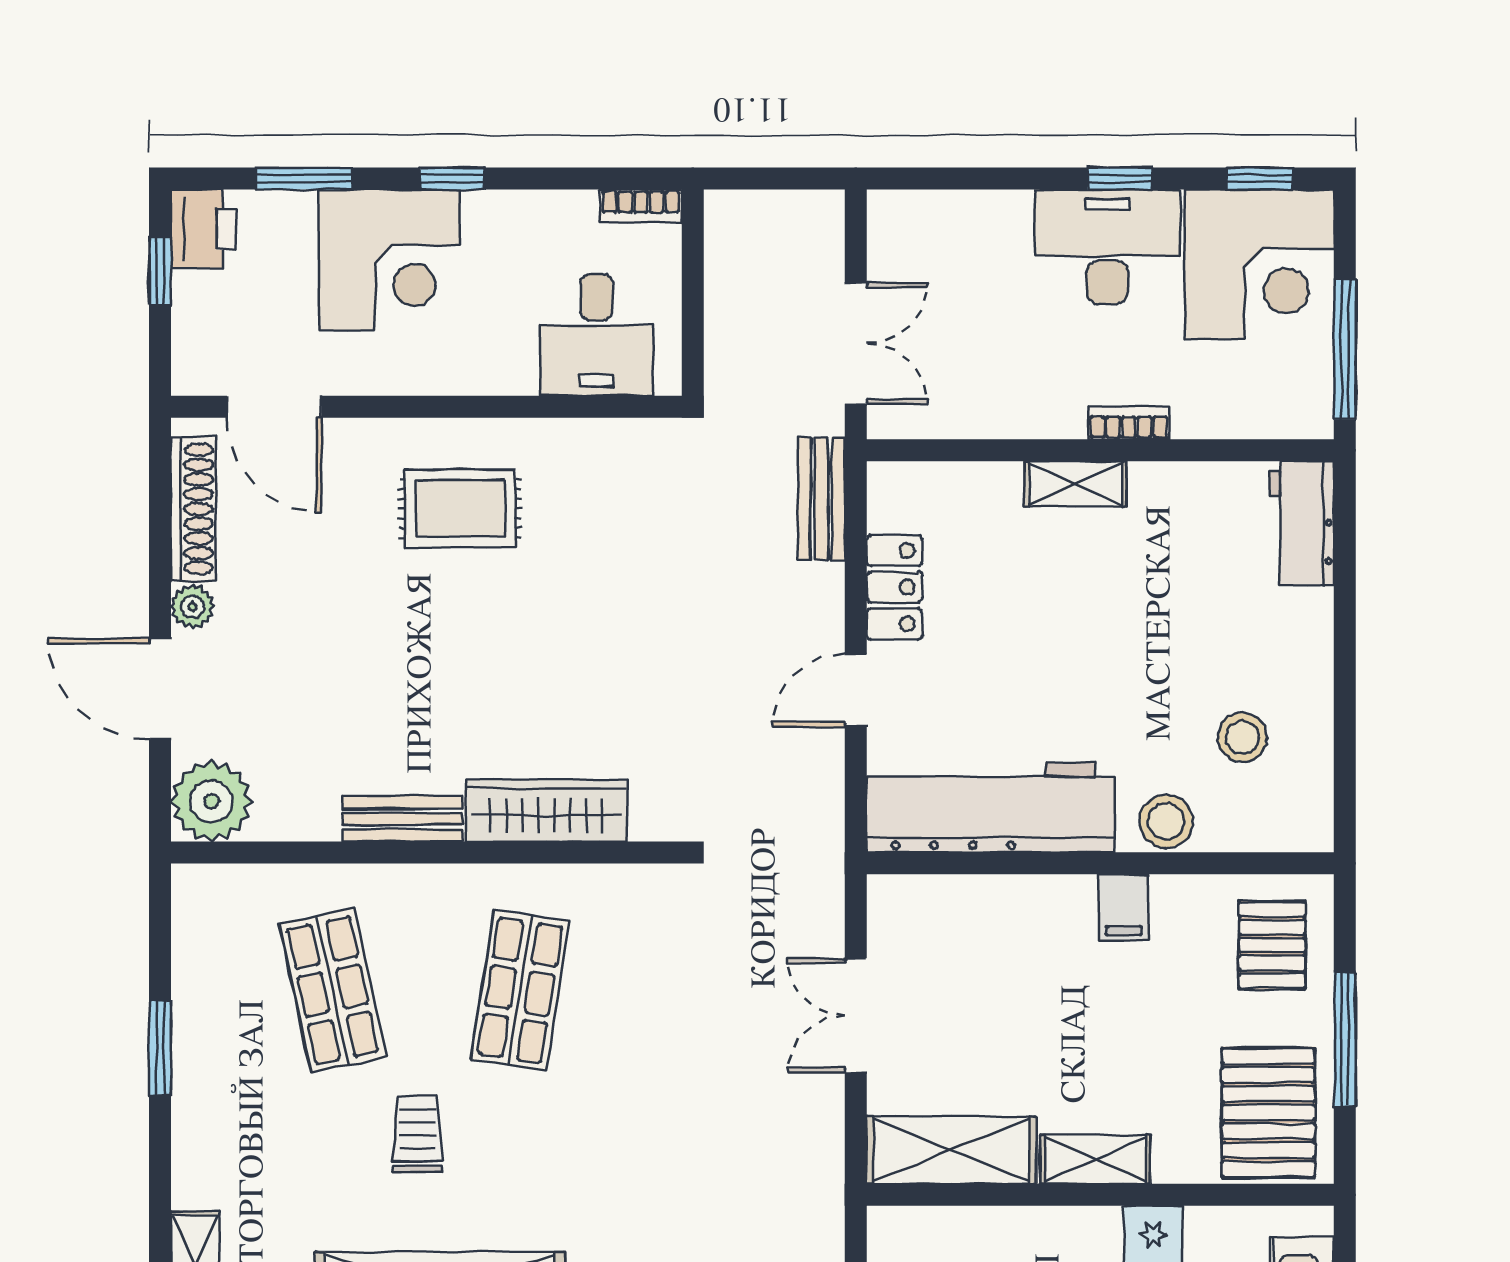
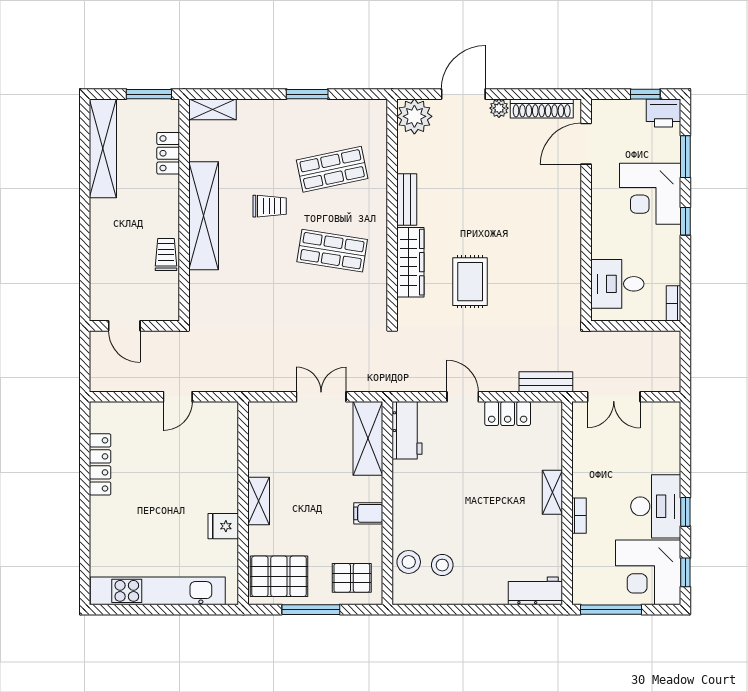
rug: (460, 508) -> (470, 282), moved
workbench: (991, 807) -> (407, 430), width x0.53, depth x0.76
stool: (1166, 821) -> (409, 562), moved
shelving: (951, 1150) -> (368, 438), moved

